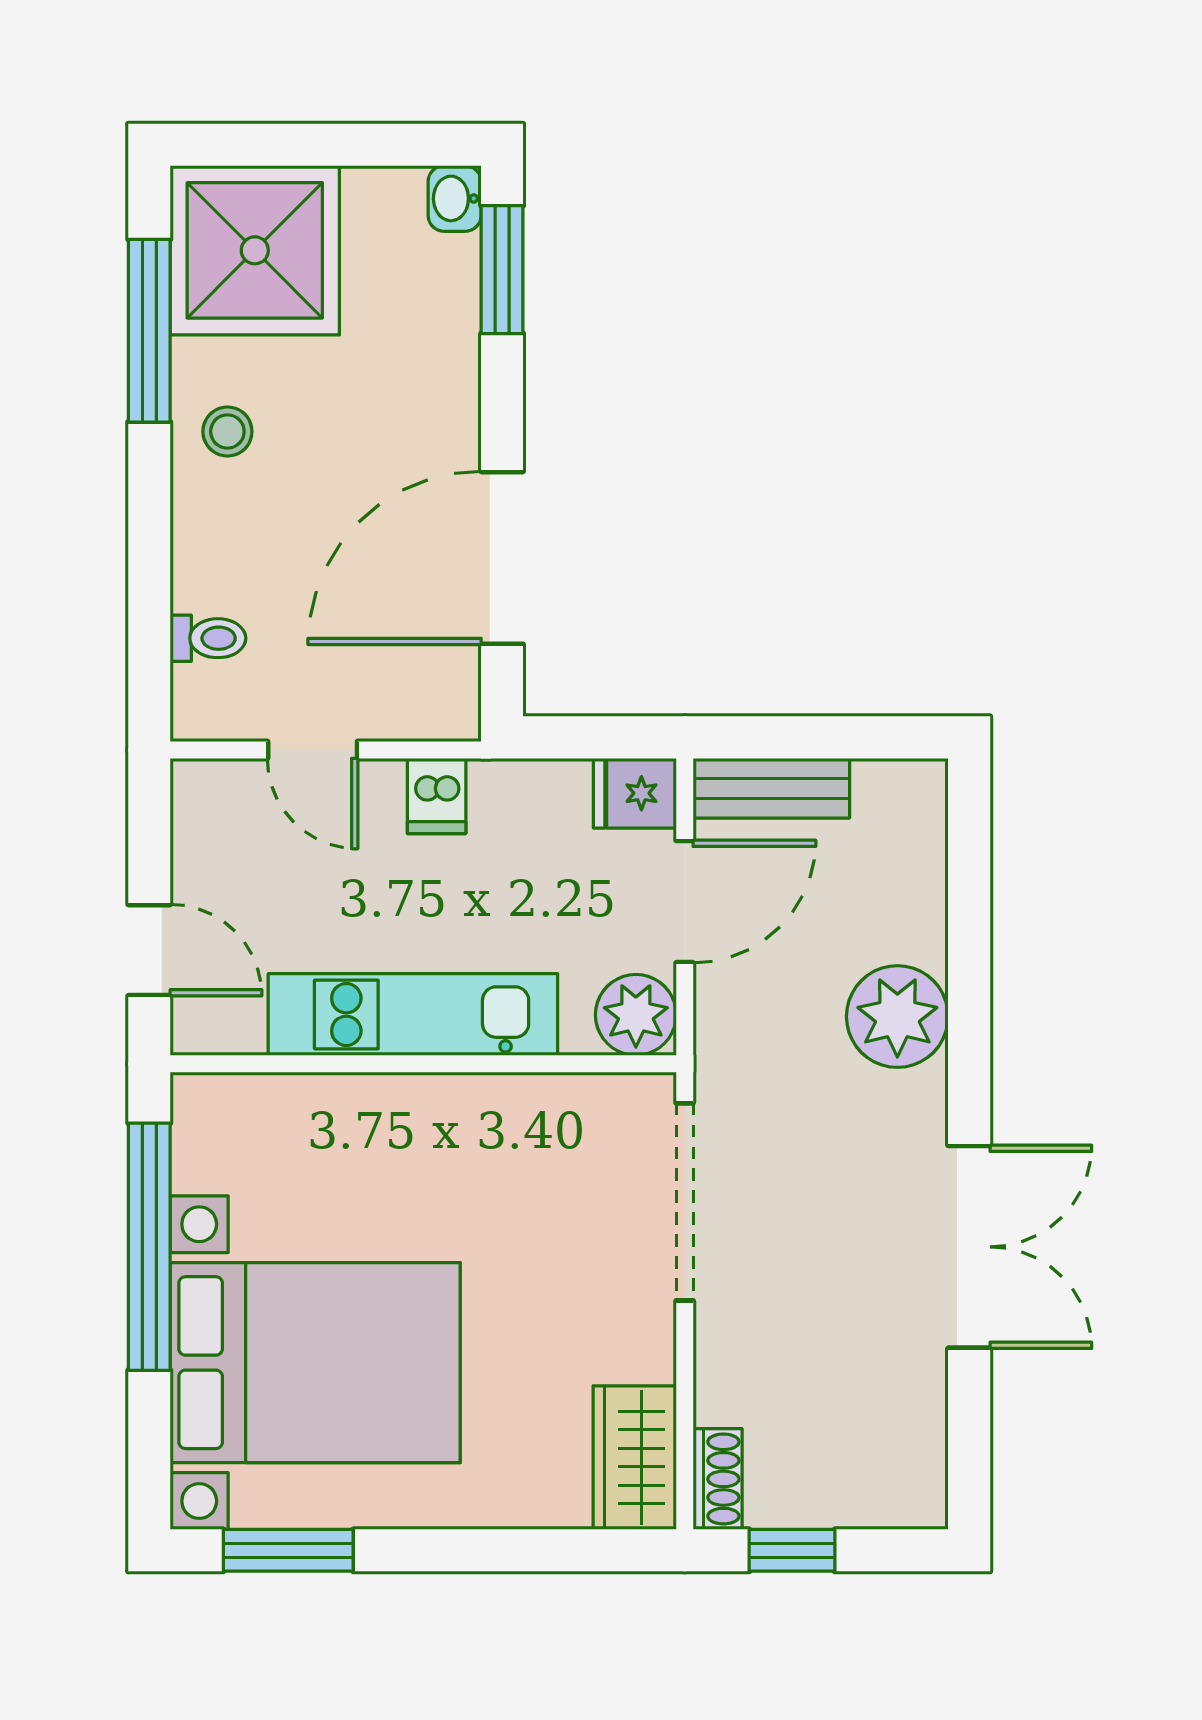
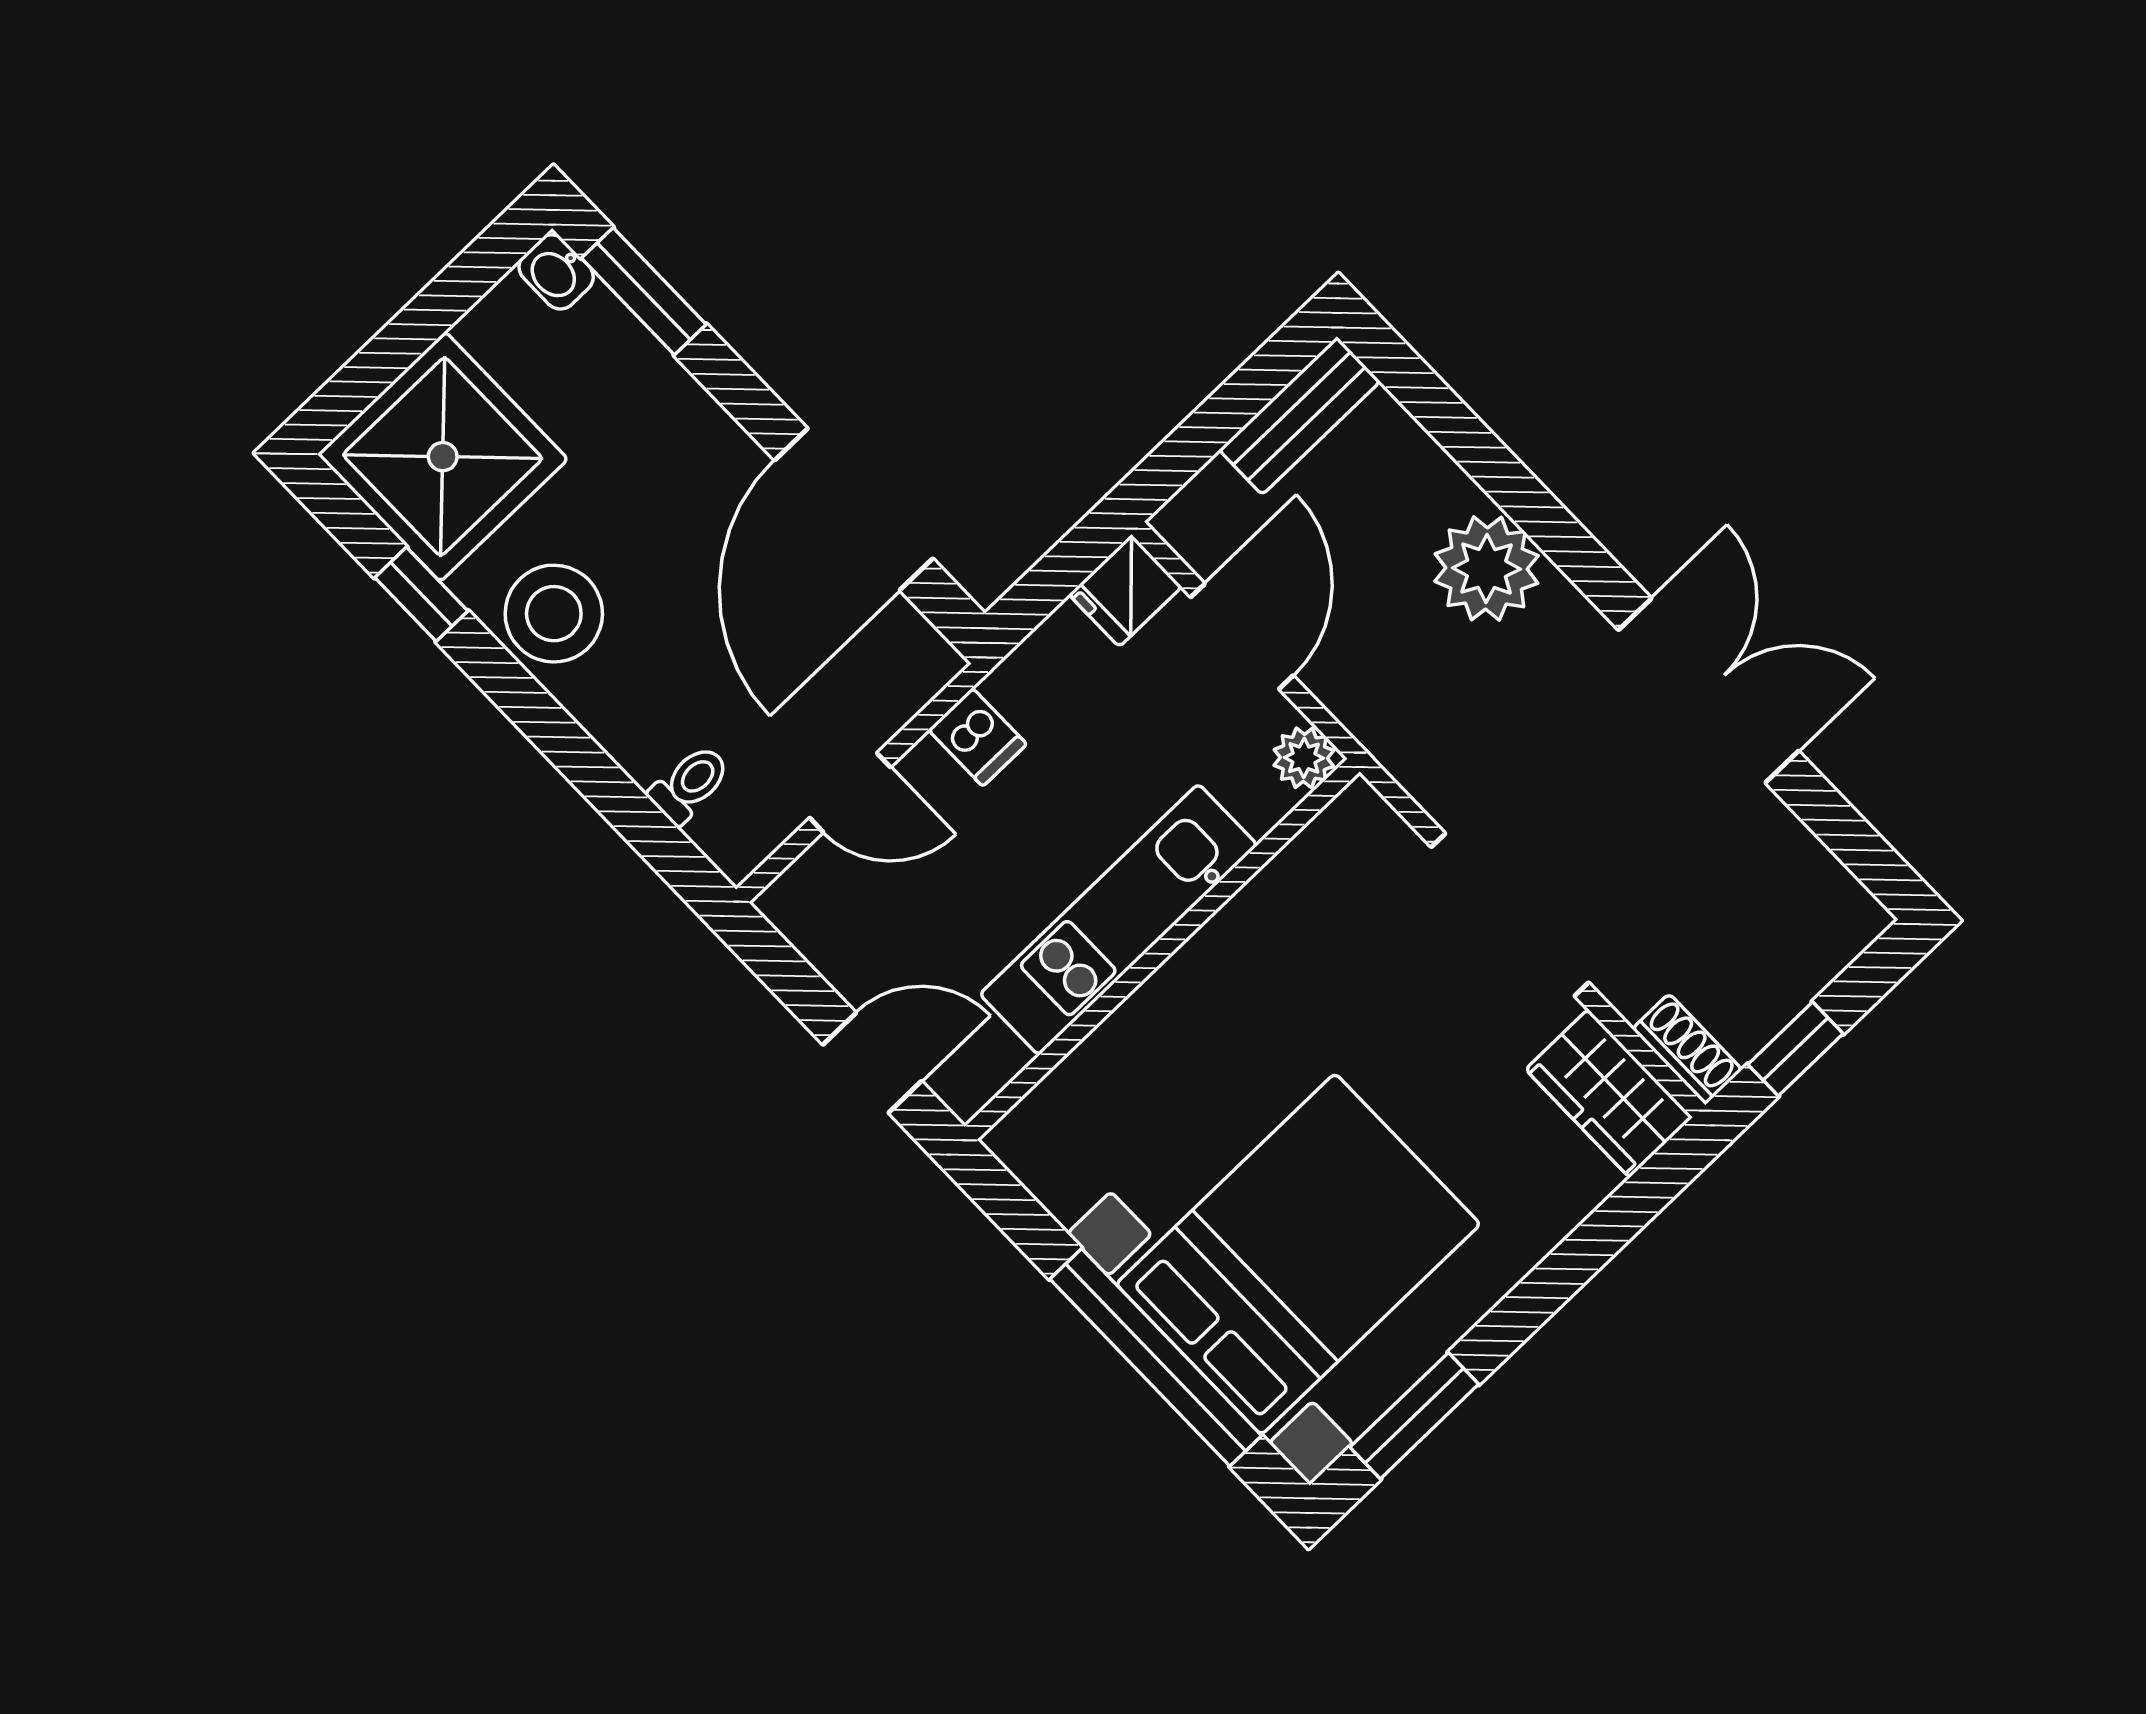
window: (149, 331) -> (421, 594), width x0.46
stool: (227, 431) -> (554, 614), width x1.89, depth x1.89
bench: (771, 788) -> (1300, 416), moved
plant: (636, 1015) -> (1304, 758), width x0.73, depth x0.73
doorway: (685, 1202) -> (1510, 915), moved
window: (149, 1247) -> (1156, 1357), moved

